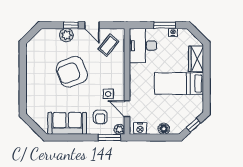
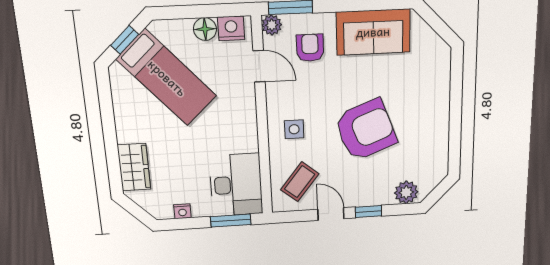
window: (165, 25) -> (231, 221), moved
plant: (66, 35) -> (406, 192), moved
bed: (179, 84) -> (167, 78), moved, turned 48
side table: (108, 94) -> (294, 129), moved
floor lamp: (164, 129) -> (205, 29), moved

